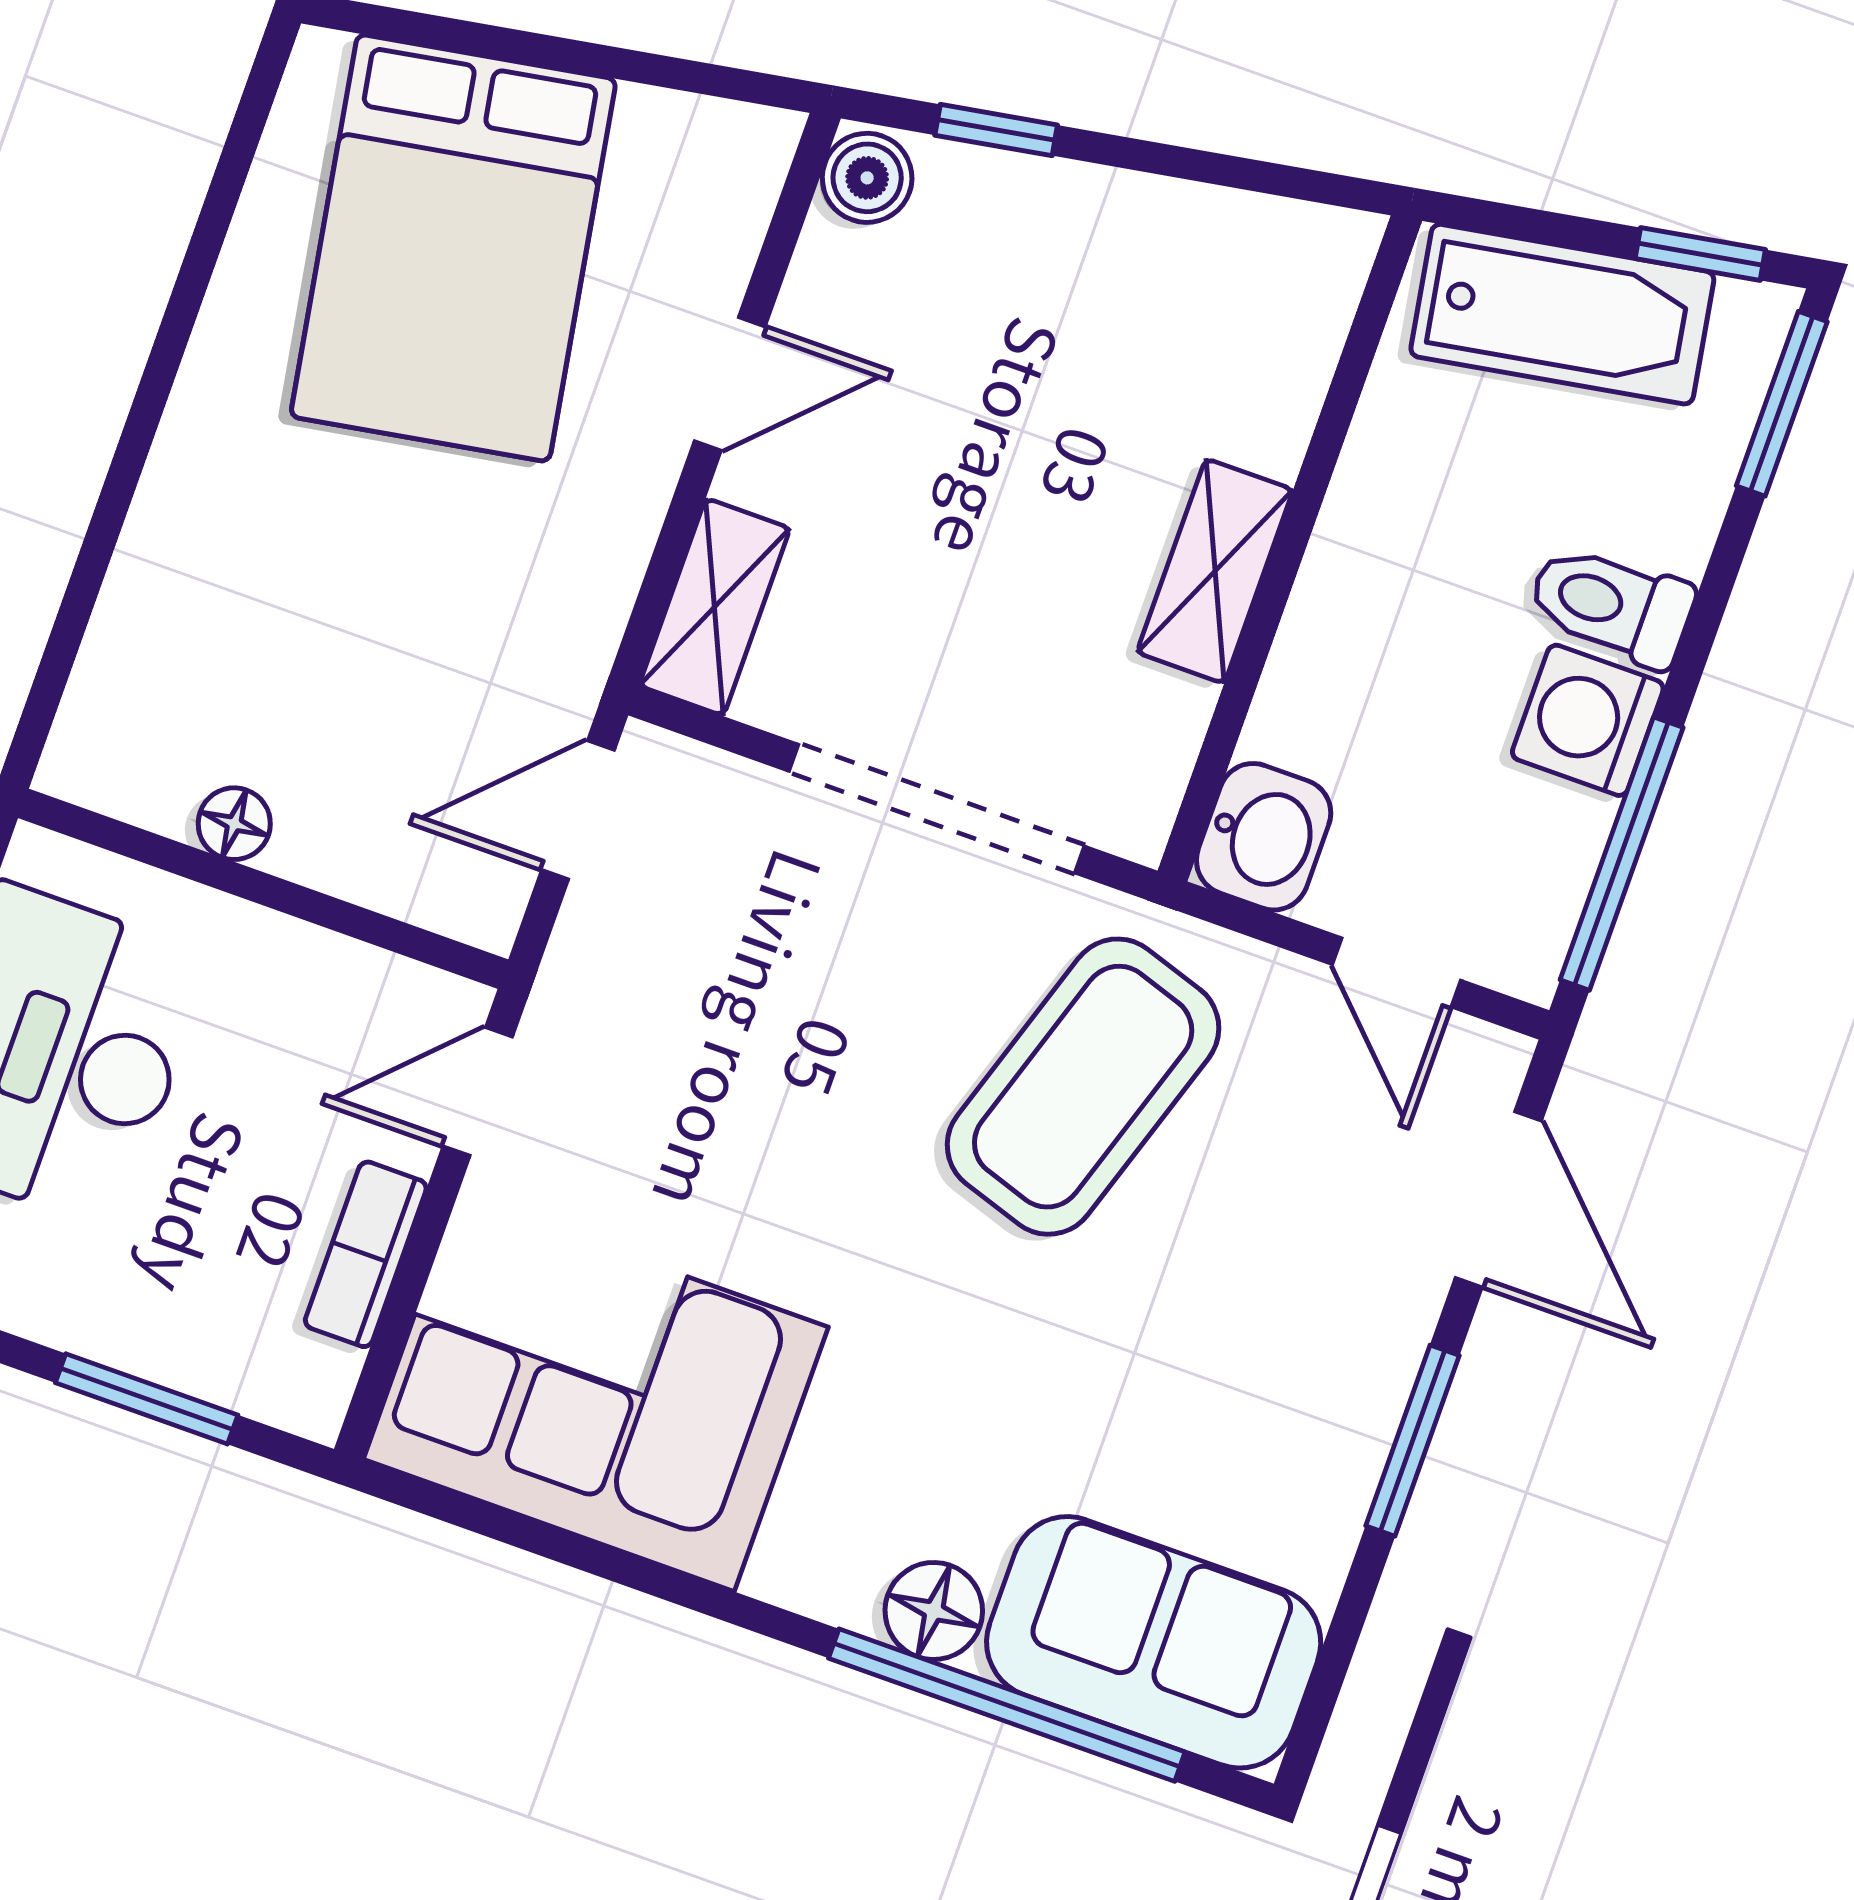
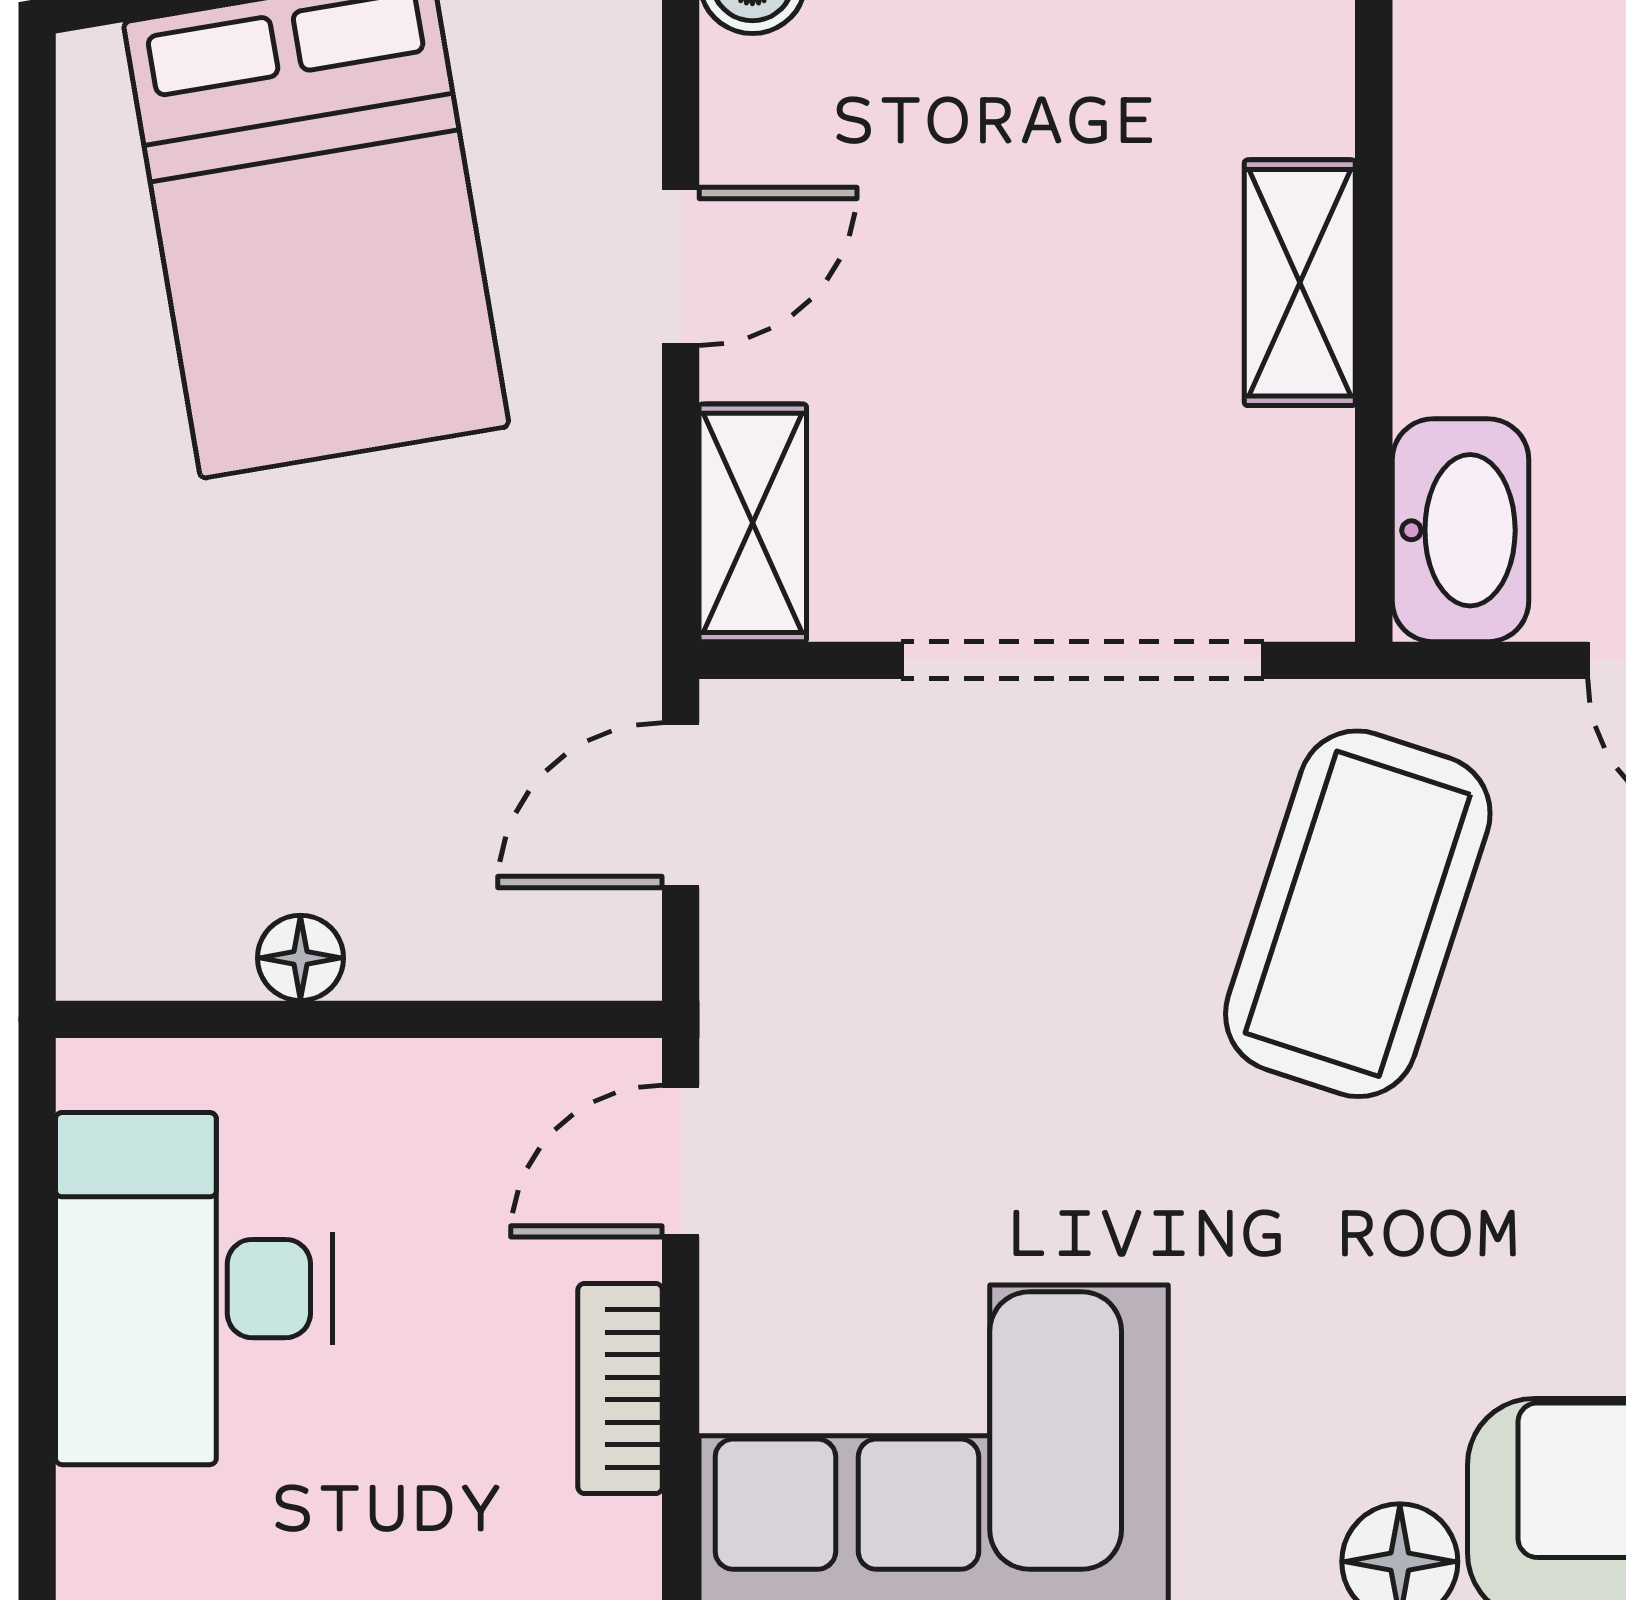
washbasin: (1264, 837) -> (1460, 530), width x1.38

